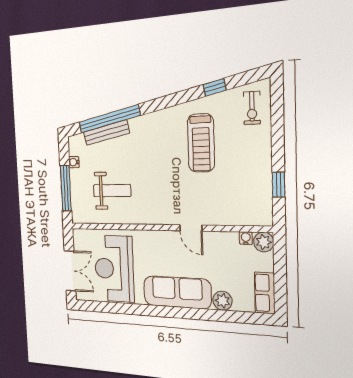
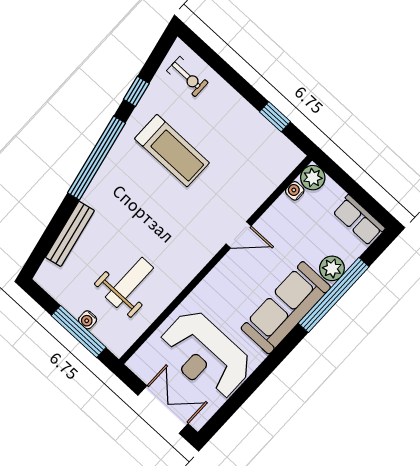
window: (109, 119) -> (96, 158), moved
water cooler: (74, 162) -> (88, 320), moved
window: (209, 315) -> (334, 295), added

